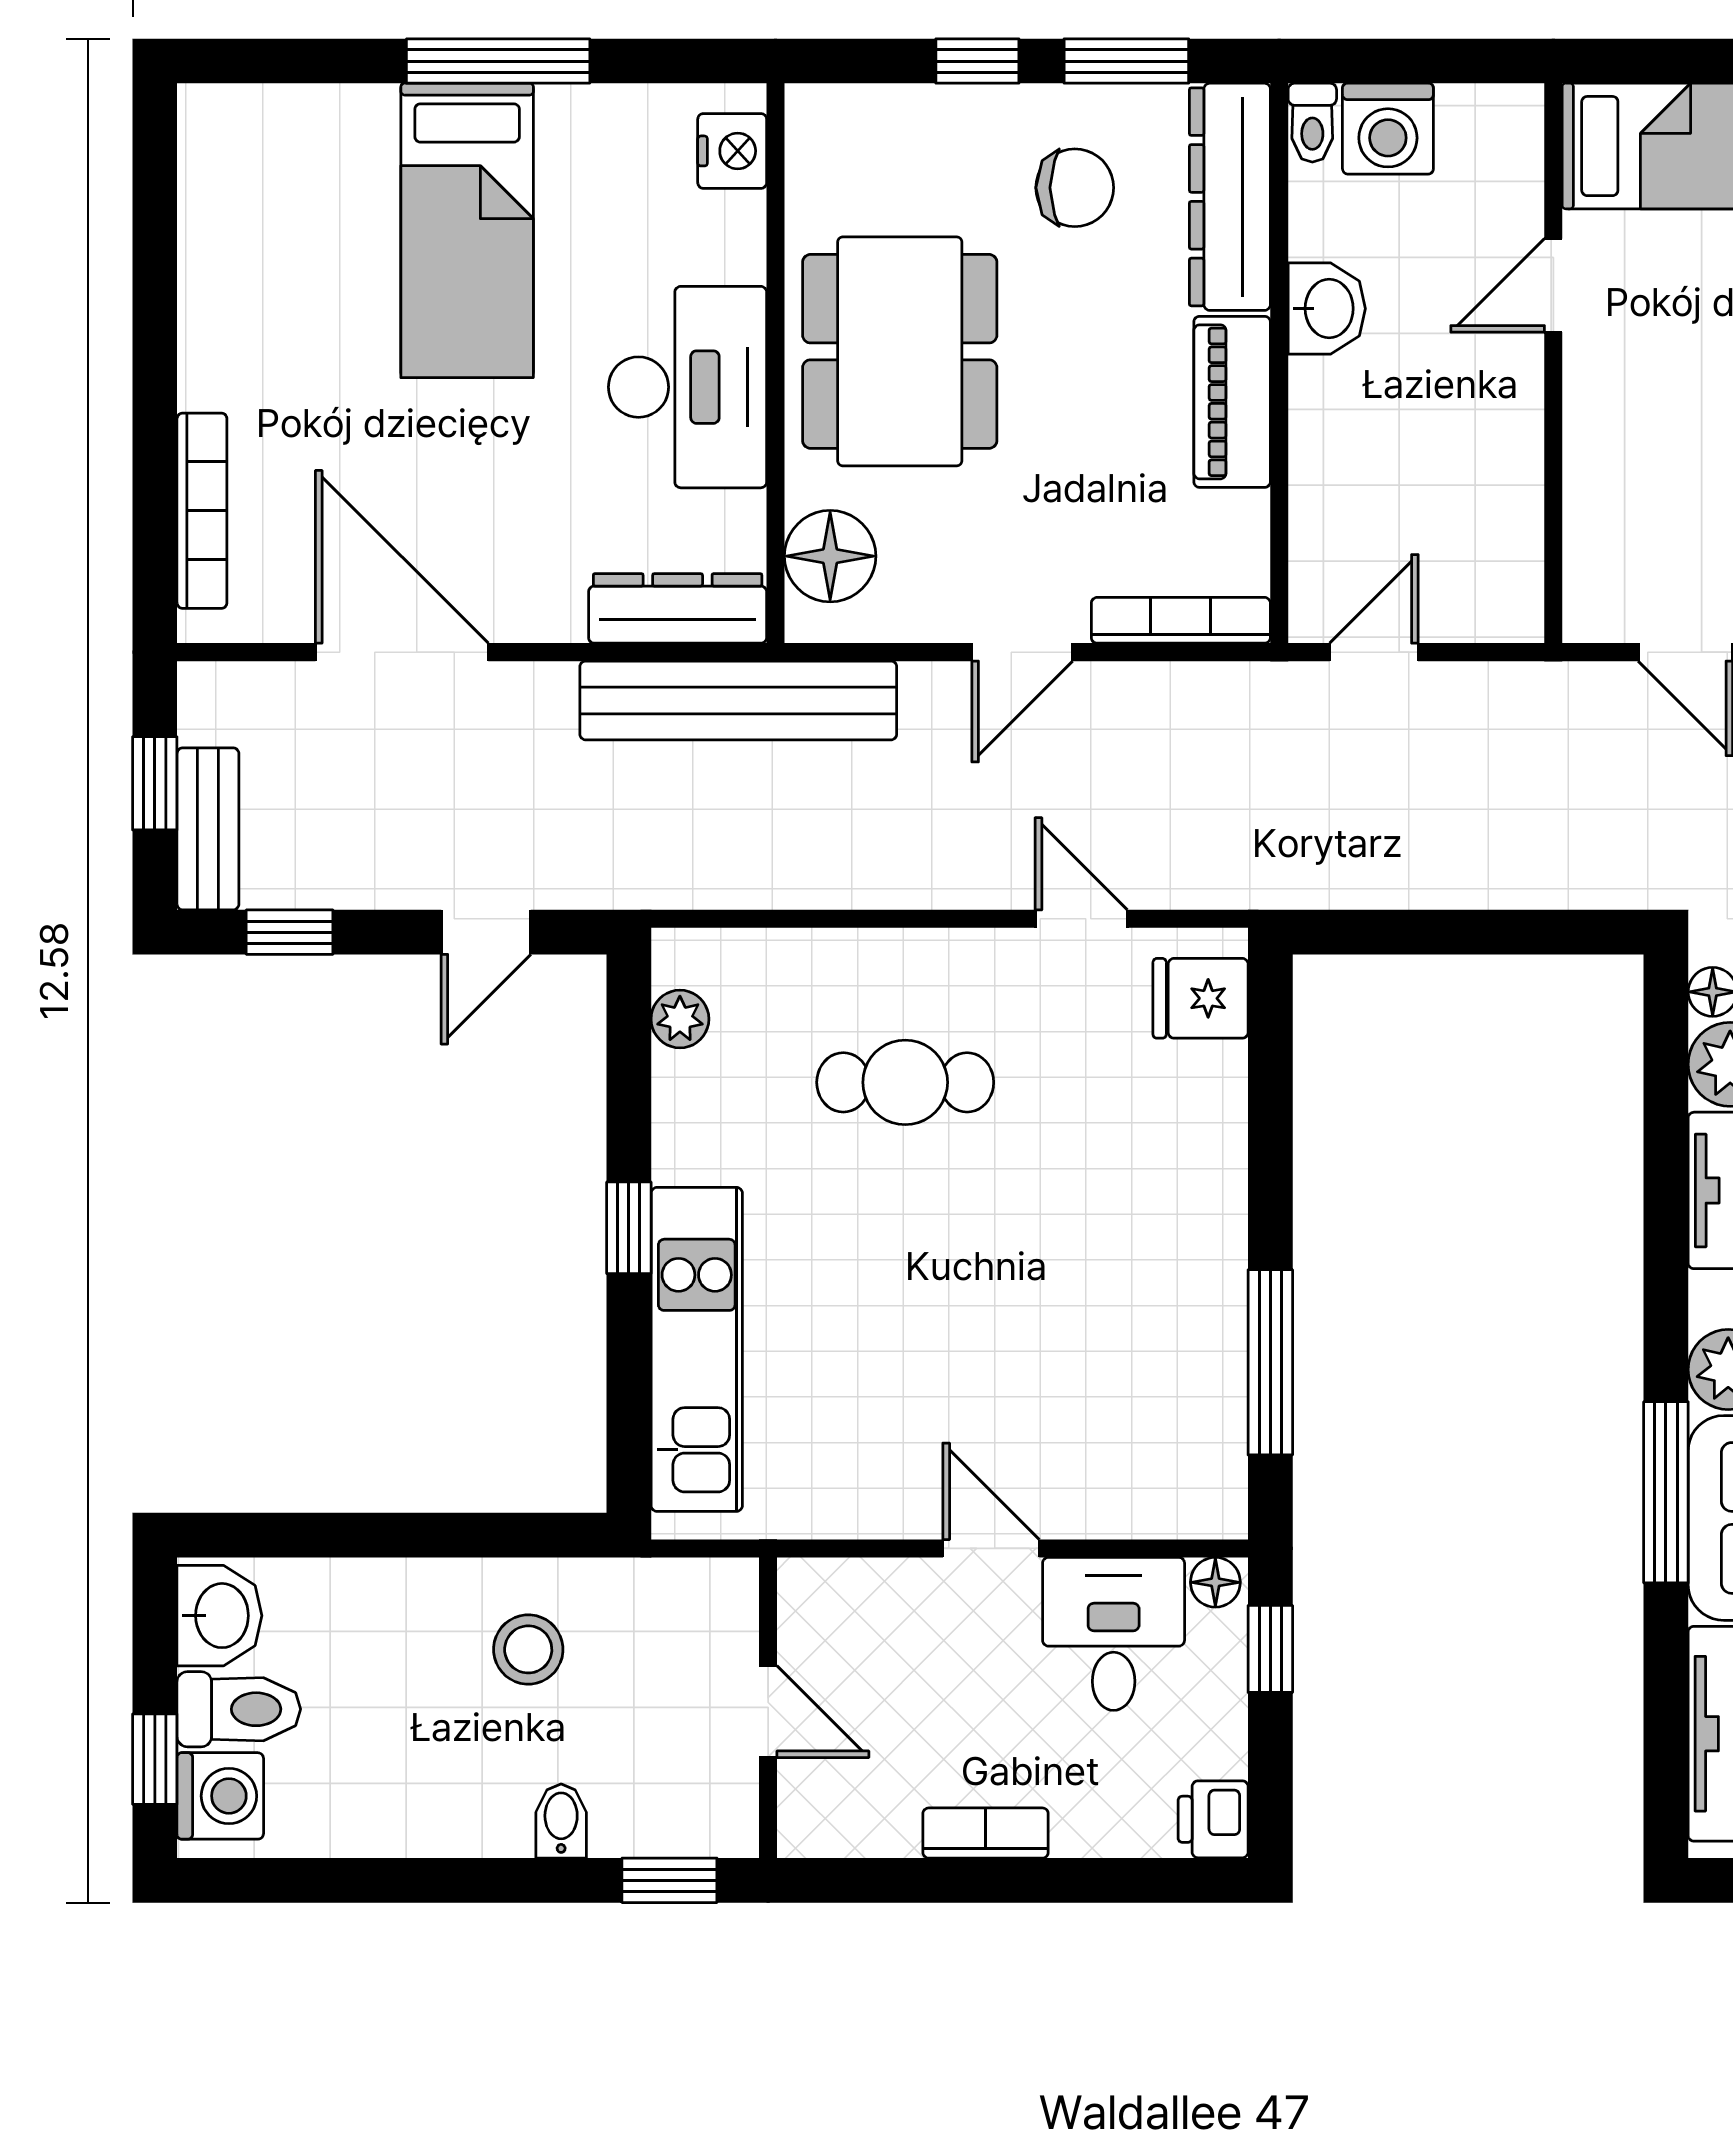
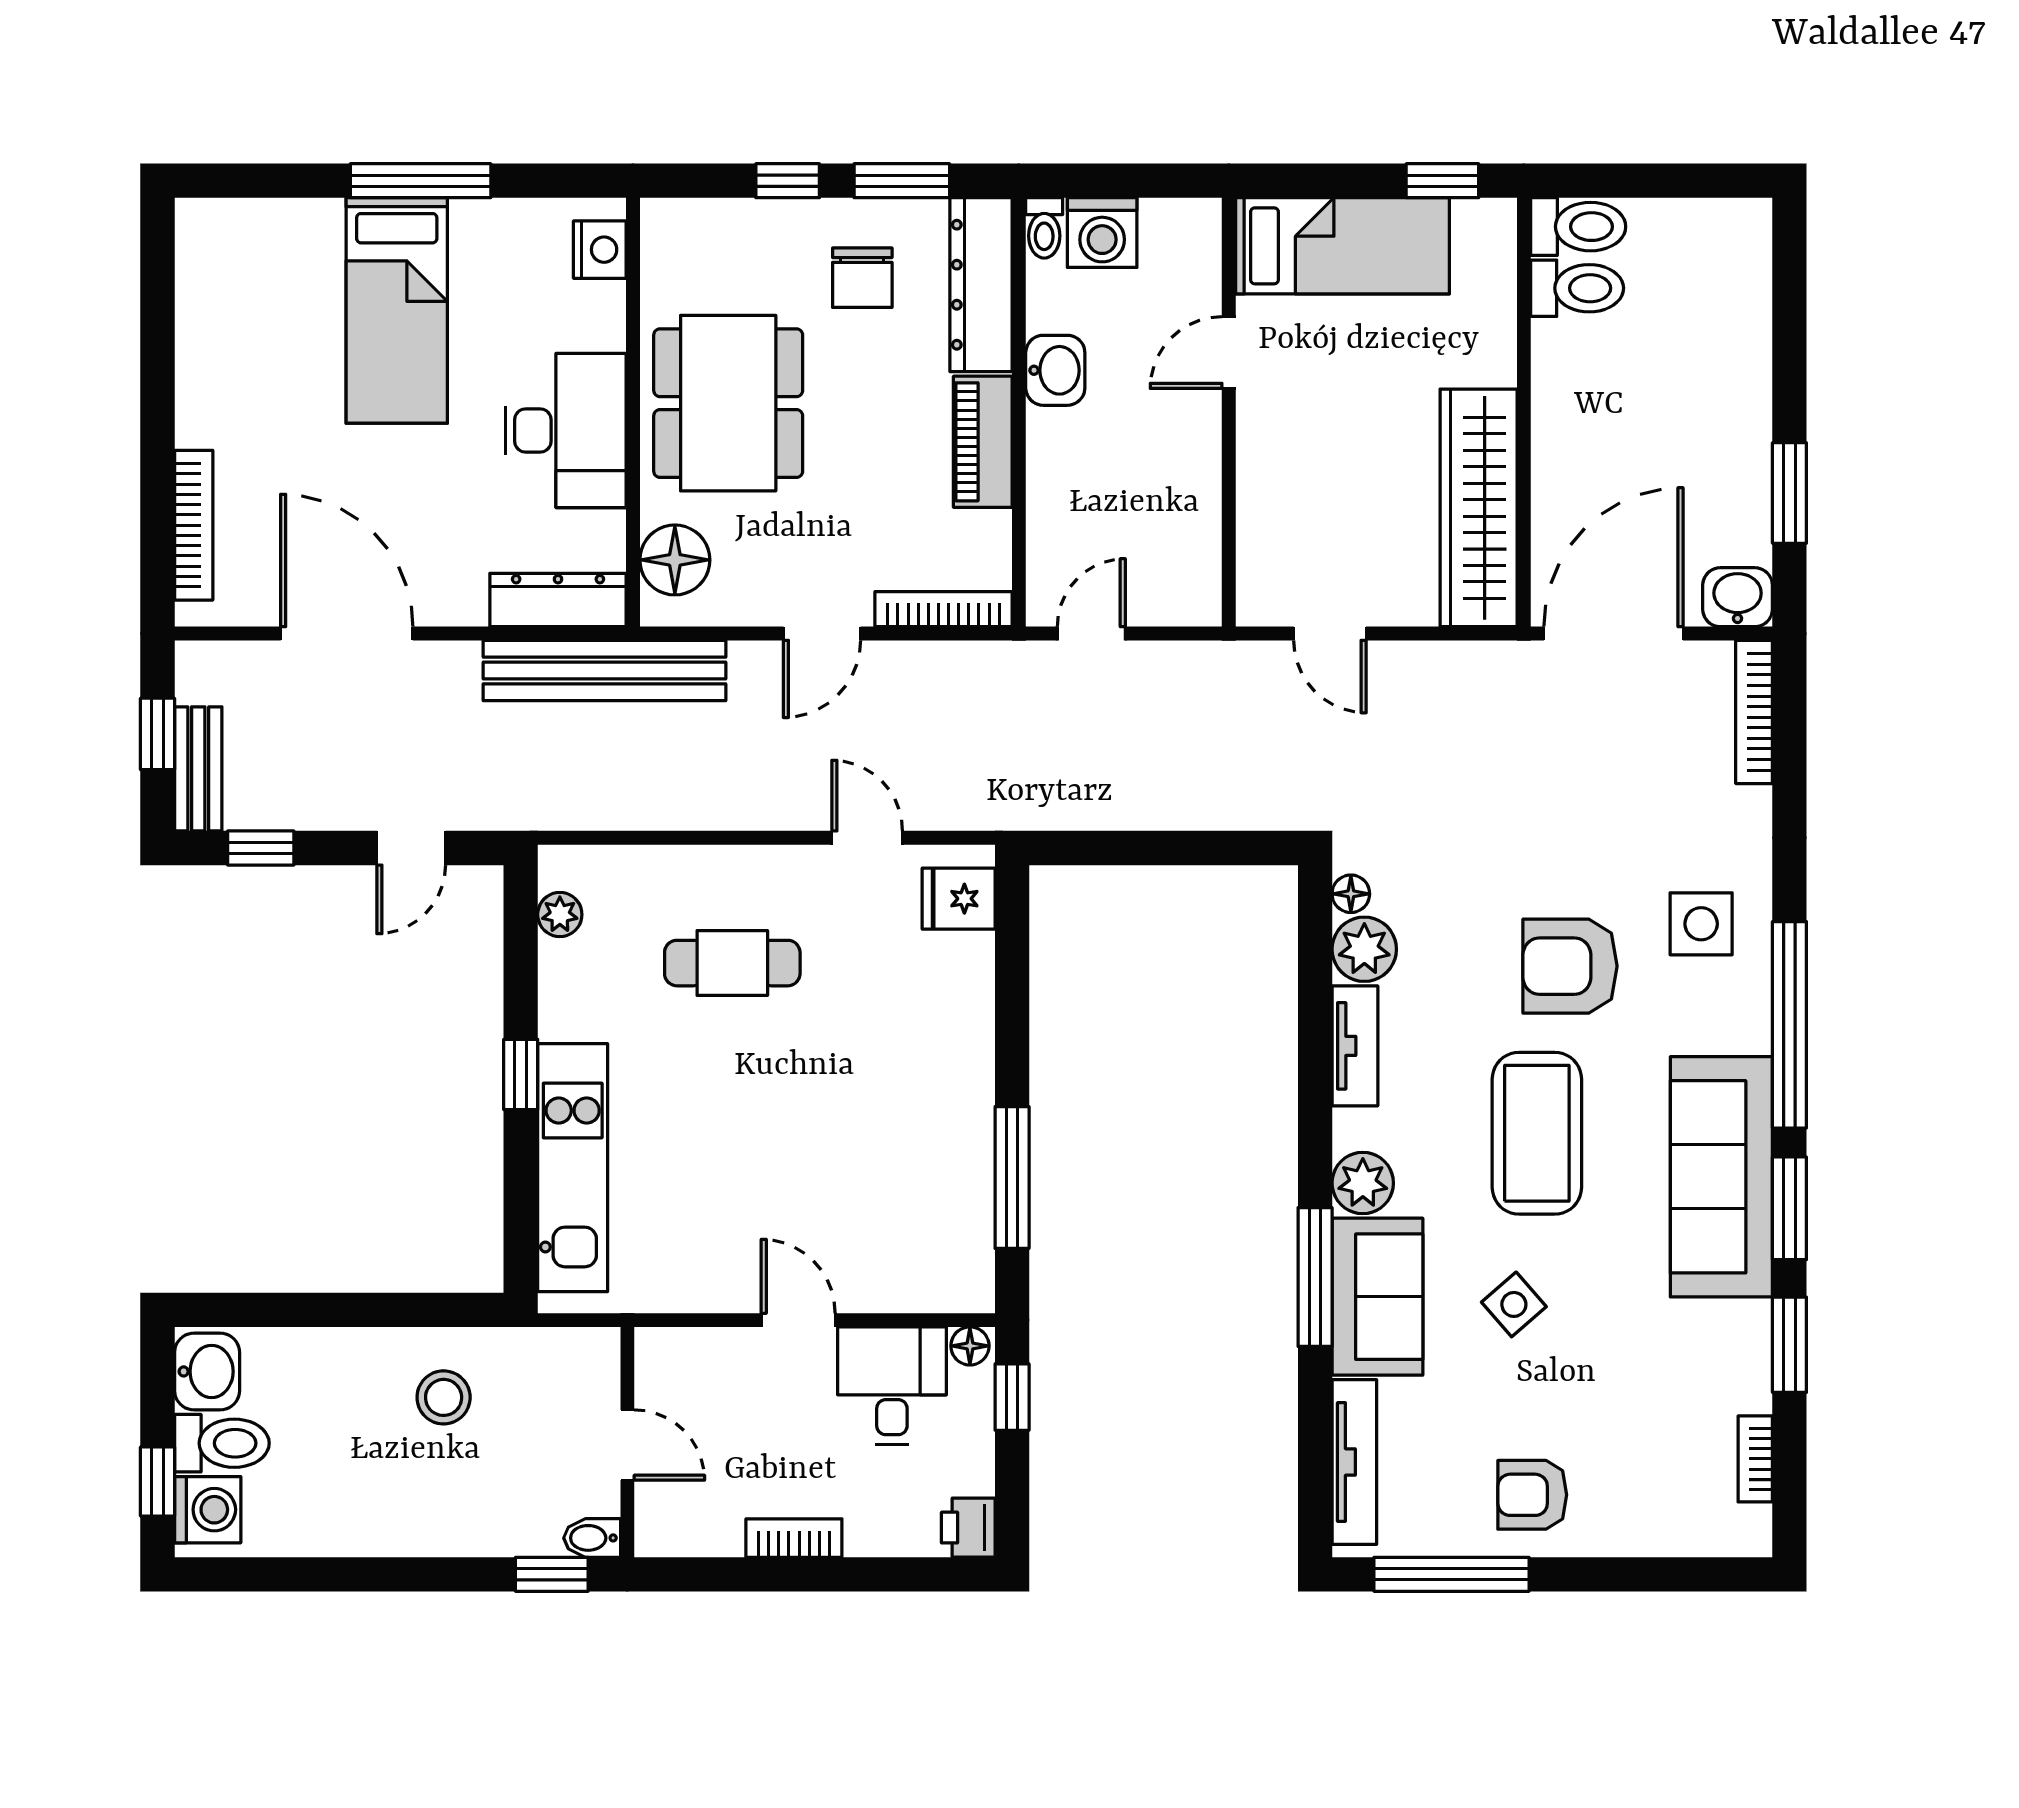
chair: (1075, 188) -> (862, 278), turned 90
bidet: (561, 1821) -> (592, 1538), moved, turned -90

